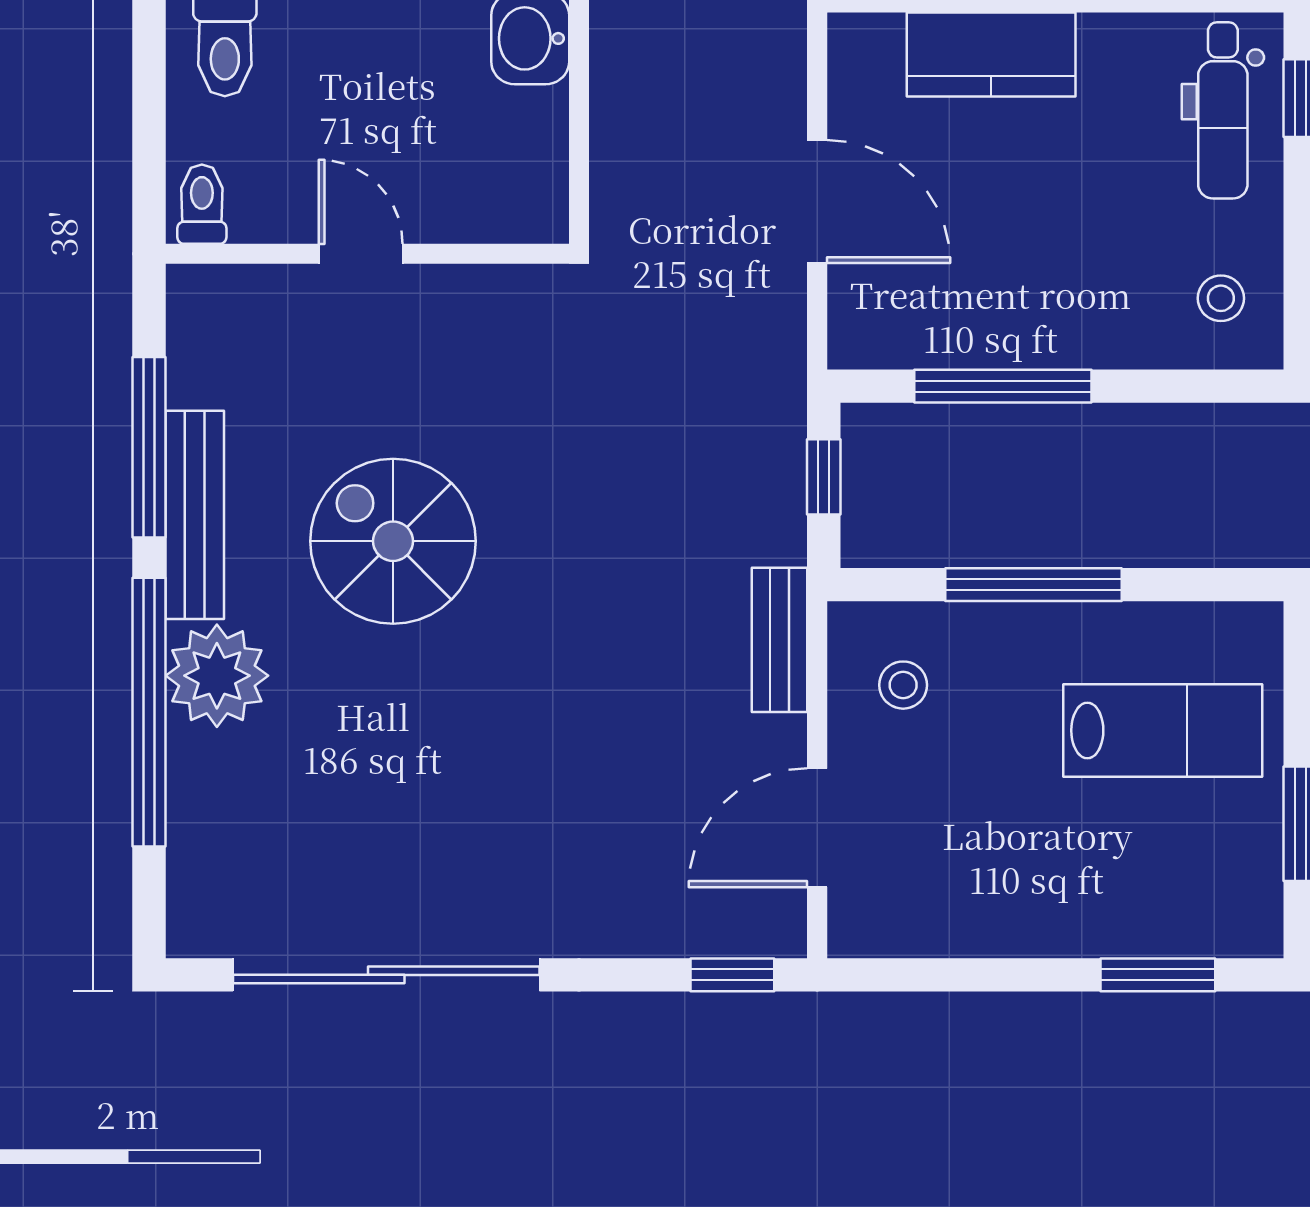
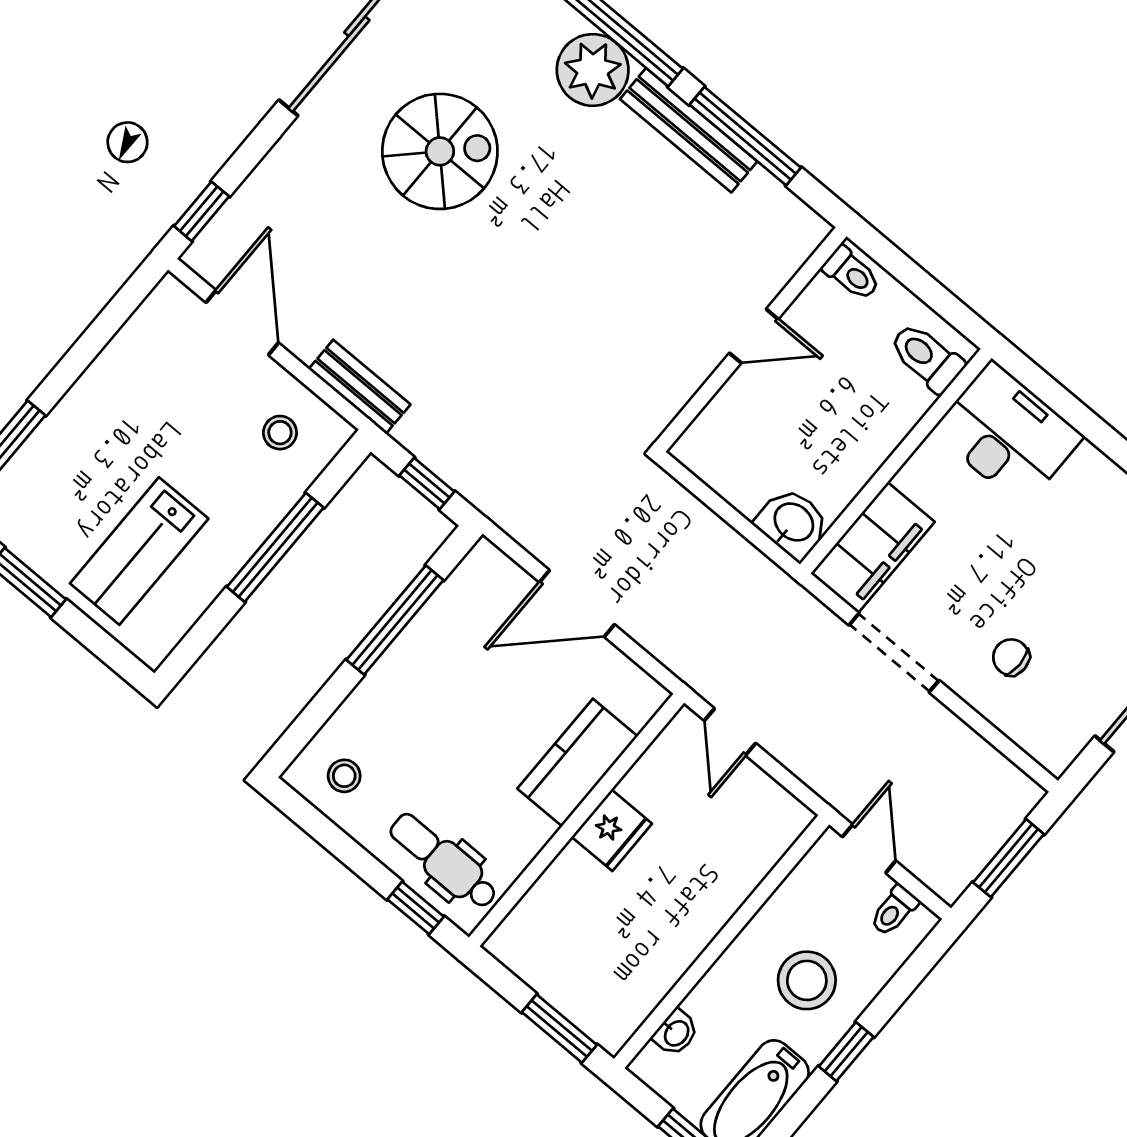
spiral stairs: (393, 541) -> (440, 151), moved

